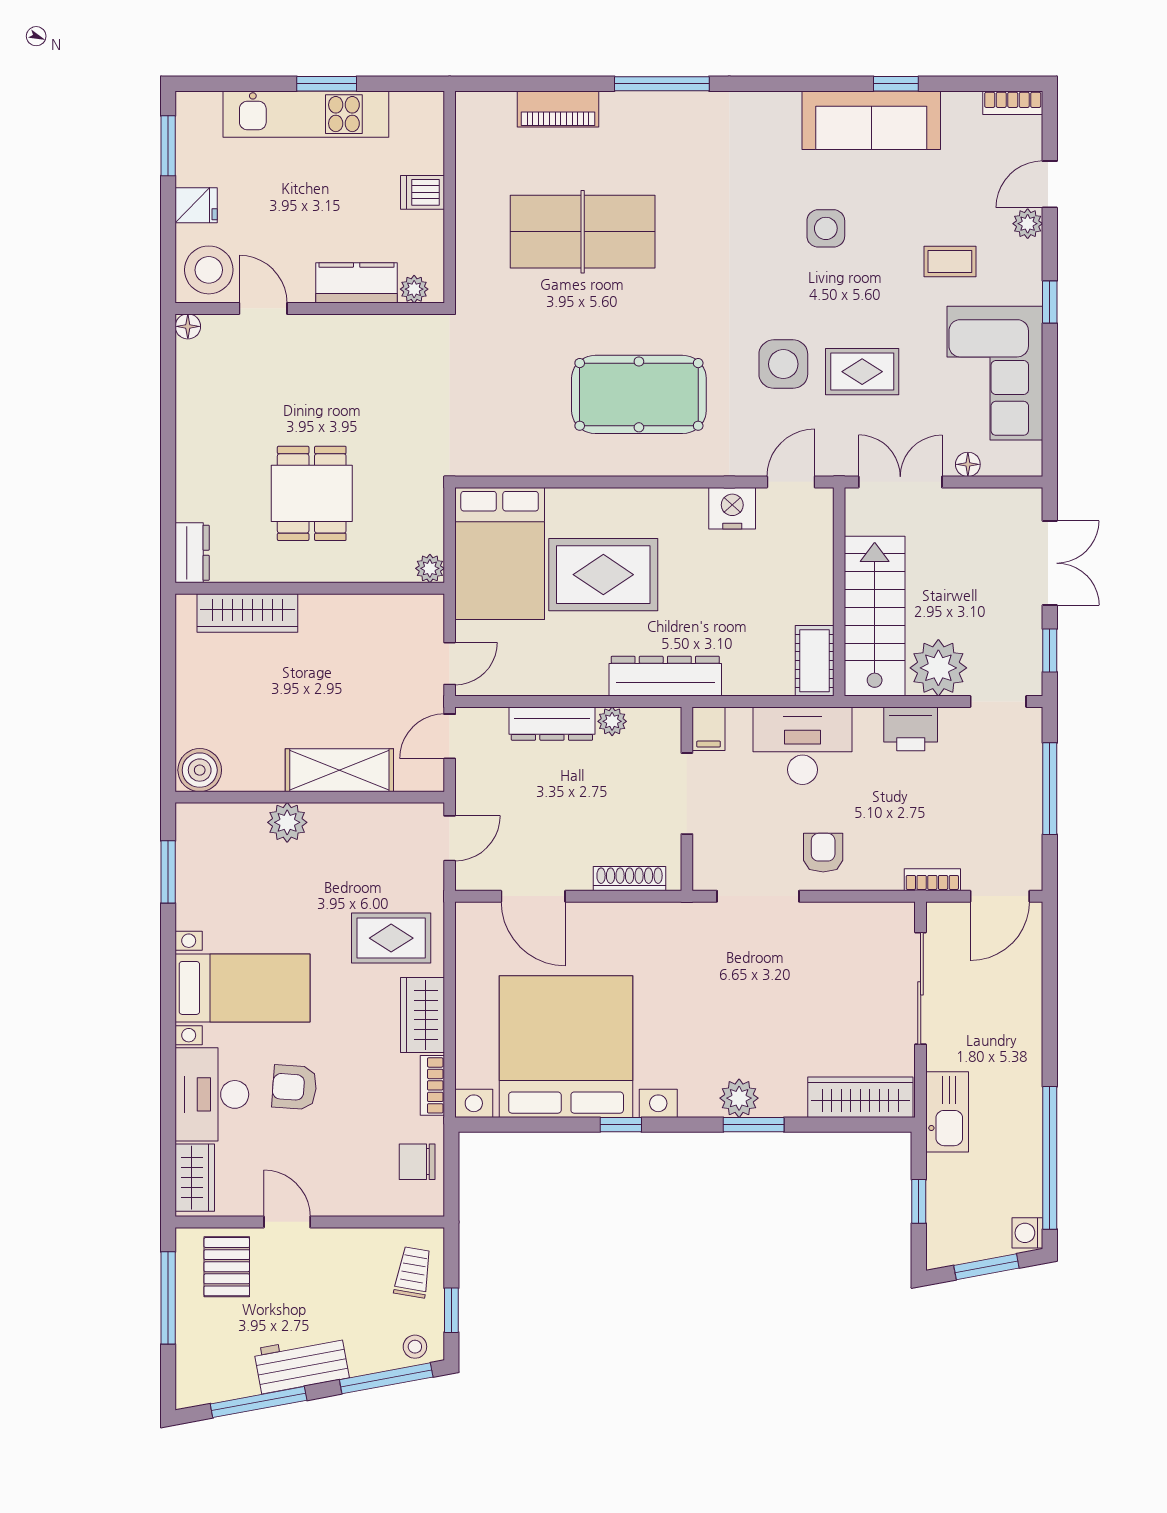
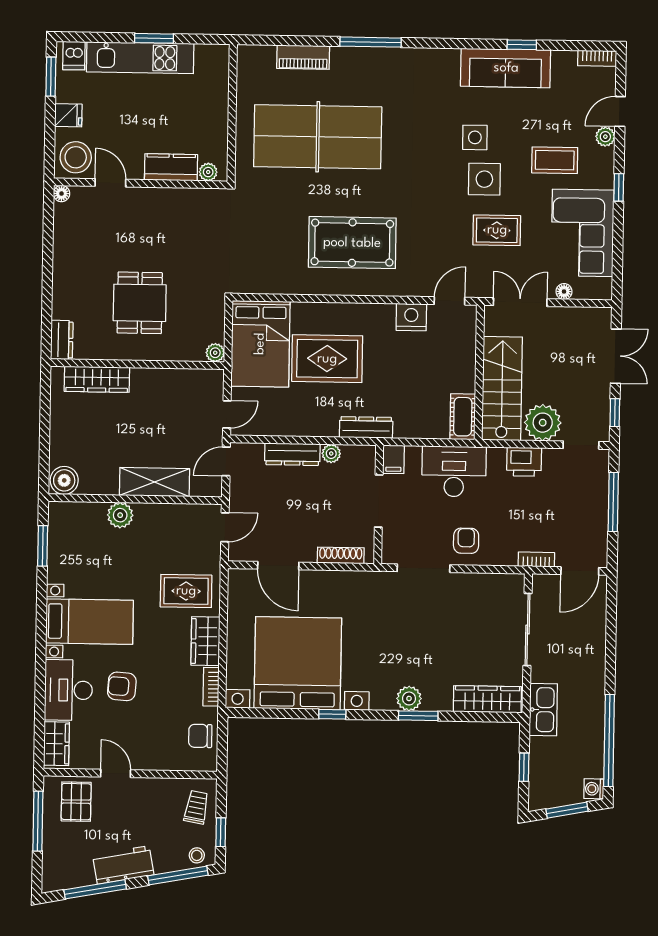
dishwasher: (422, 192) -> (74, 56), moved, turned -90
table tennis table: (583, 232) -> (318, 137), width x1.36, depth x1.32
coffee table: (950, 261) -> (555, 160), width x1.36, depth x1.30
side table: (783, 364) -> (484, 179), moved
dresser: (665, 676) -> (366, 427), width x0.73, depth x0.80

